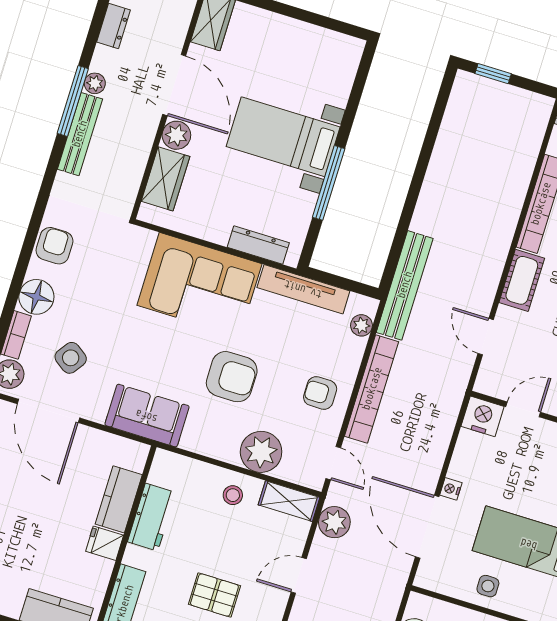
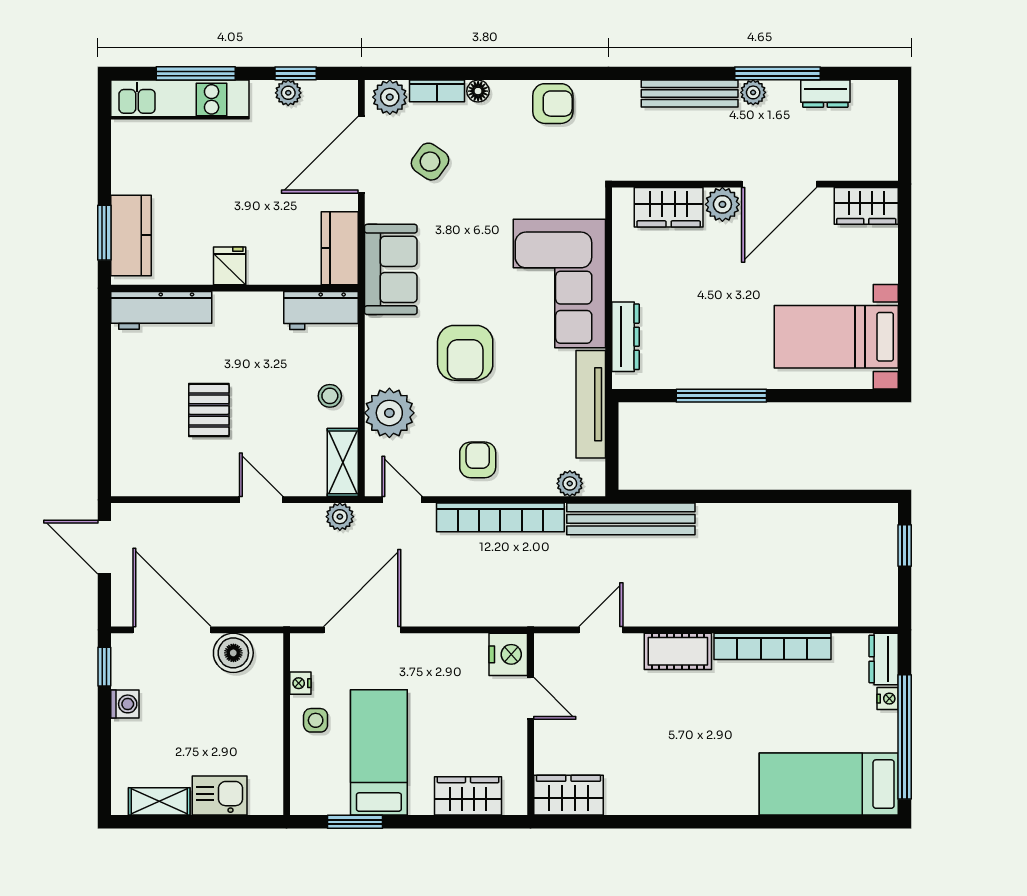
window: (73, 101) -> (777, 73), moved
bed with nightstands: (283, 137) -> (836, 337), moved, turned -90
floor lamp: (36, 297) -> (478, 91), width x0.53, depth x0.53
door: (333, 463) -> (402, 500), swing flipped
nightstand: (451, 489) -> (300, 683), moved, turned -90
kitchen counter: (119, 499) -> (340, 248), moved, turned -90
workbench: (152, 517) -> (321, 311), moved
plant: (334, 522) -> (340, 517), width x0.73, depth x0.73

